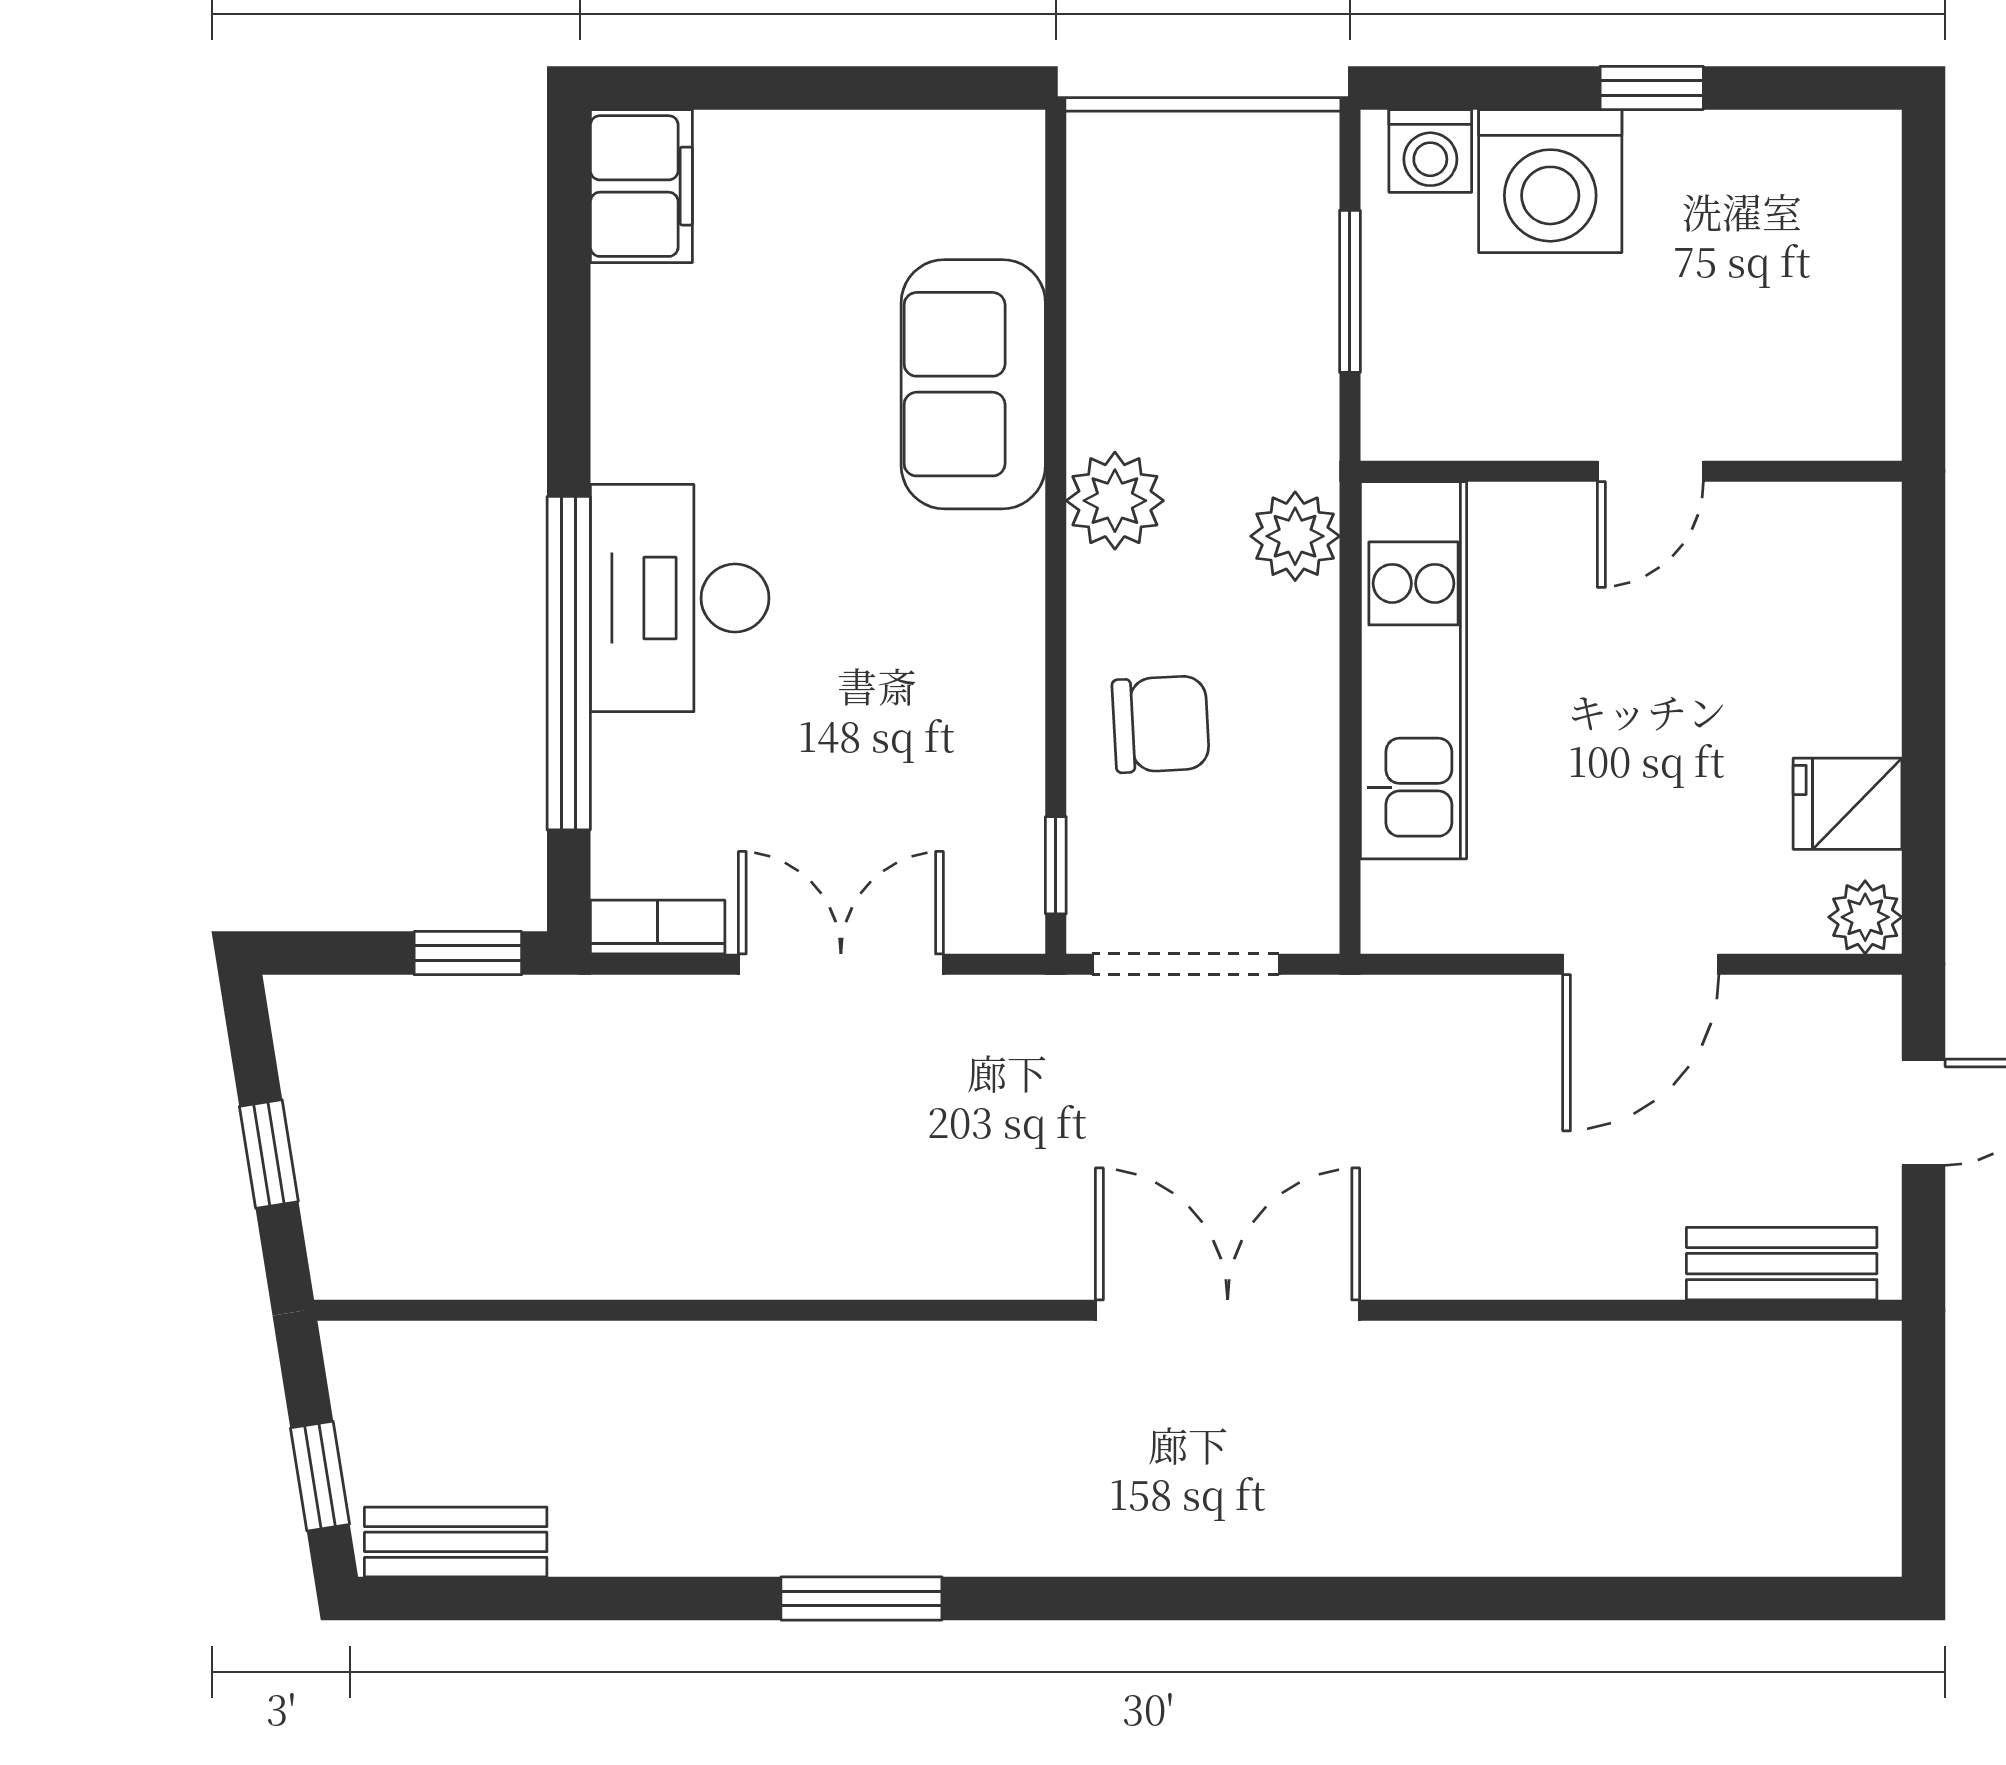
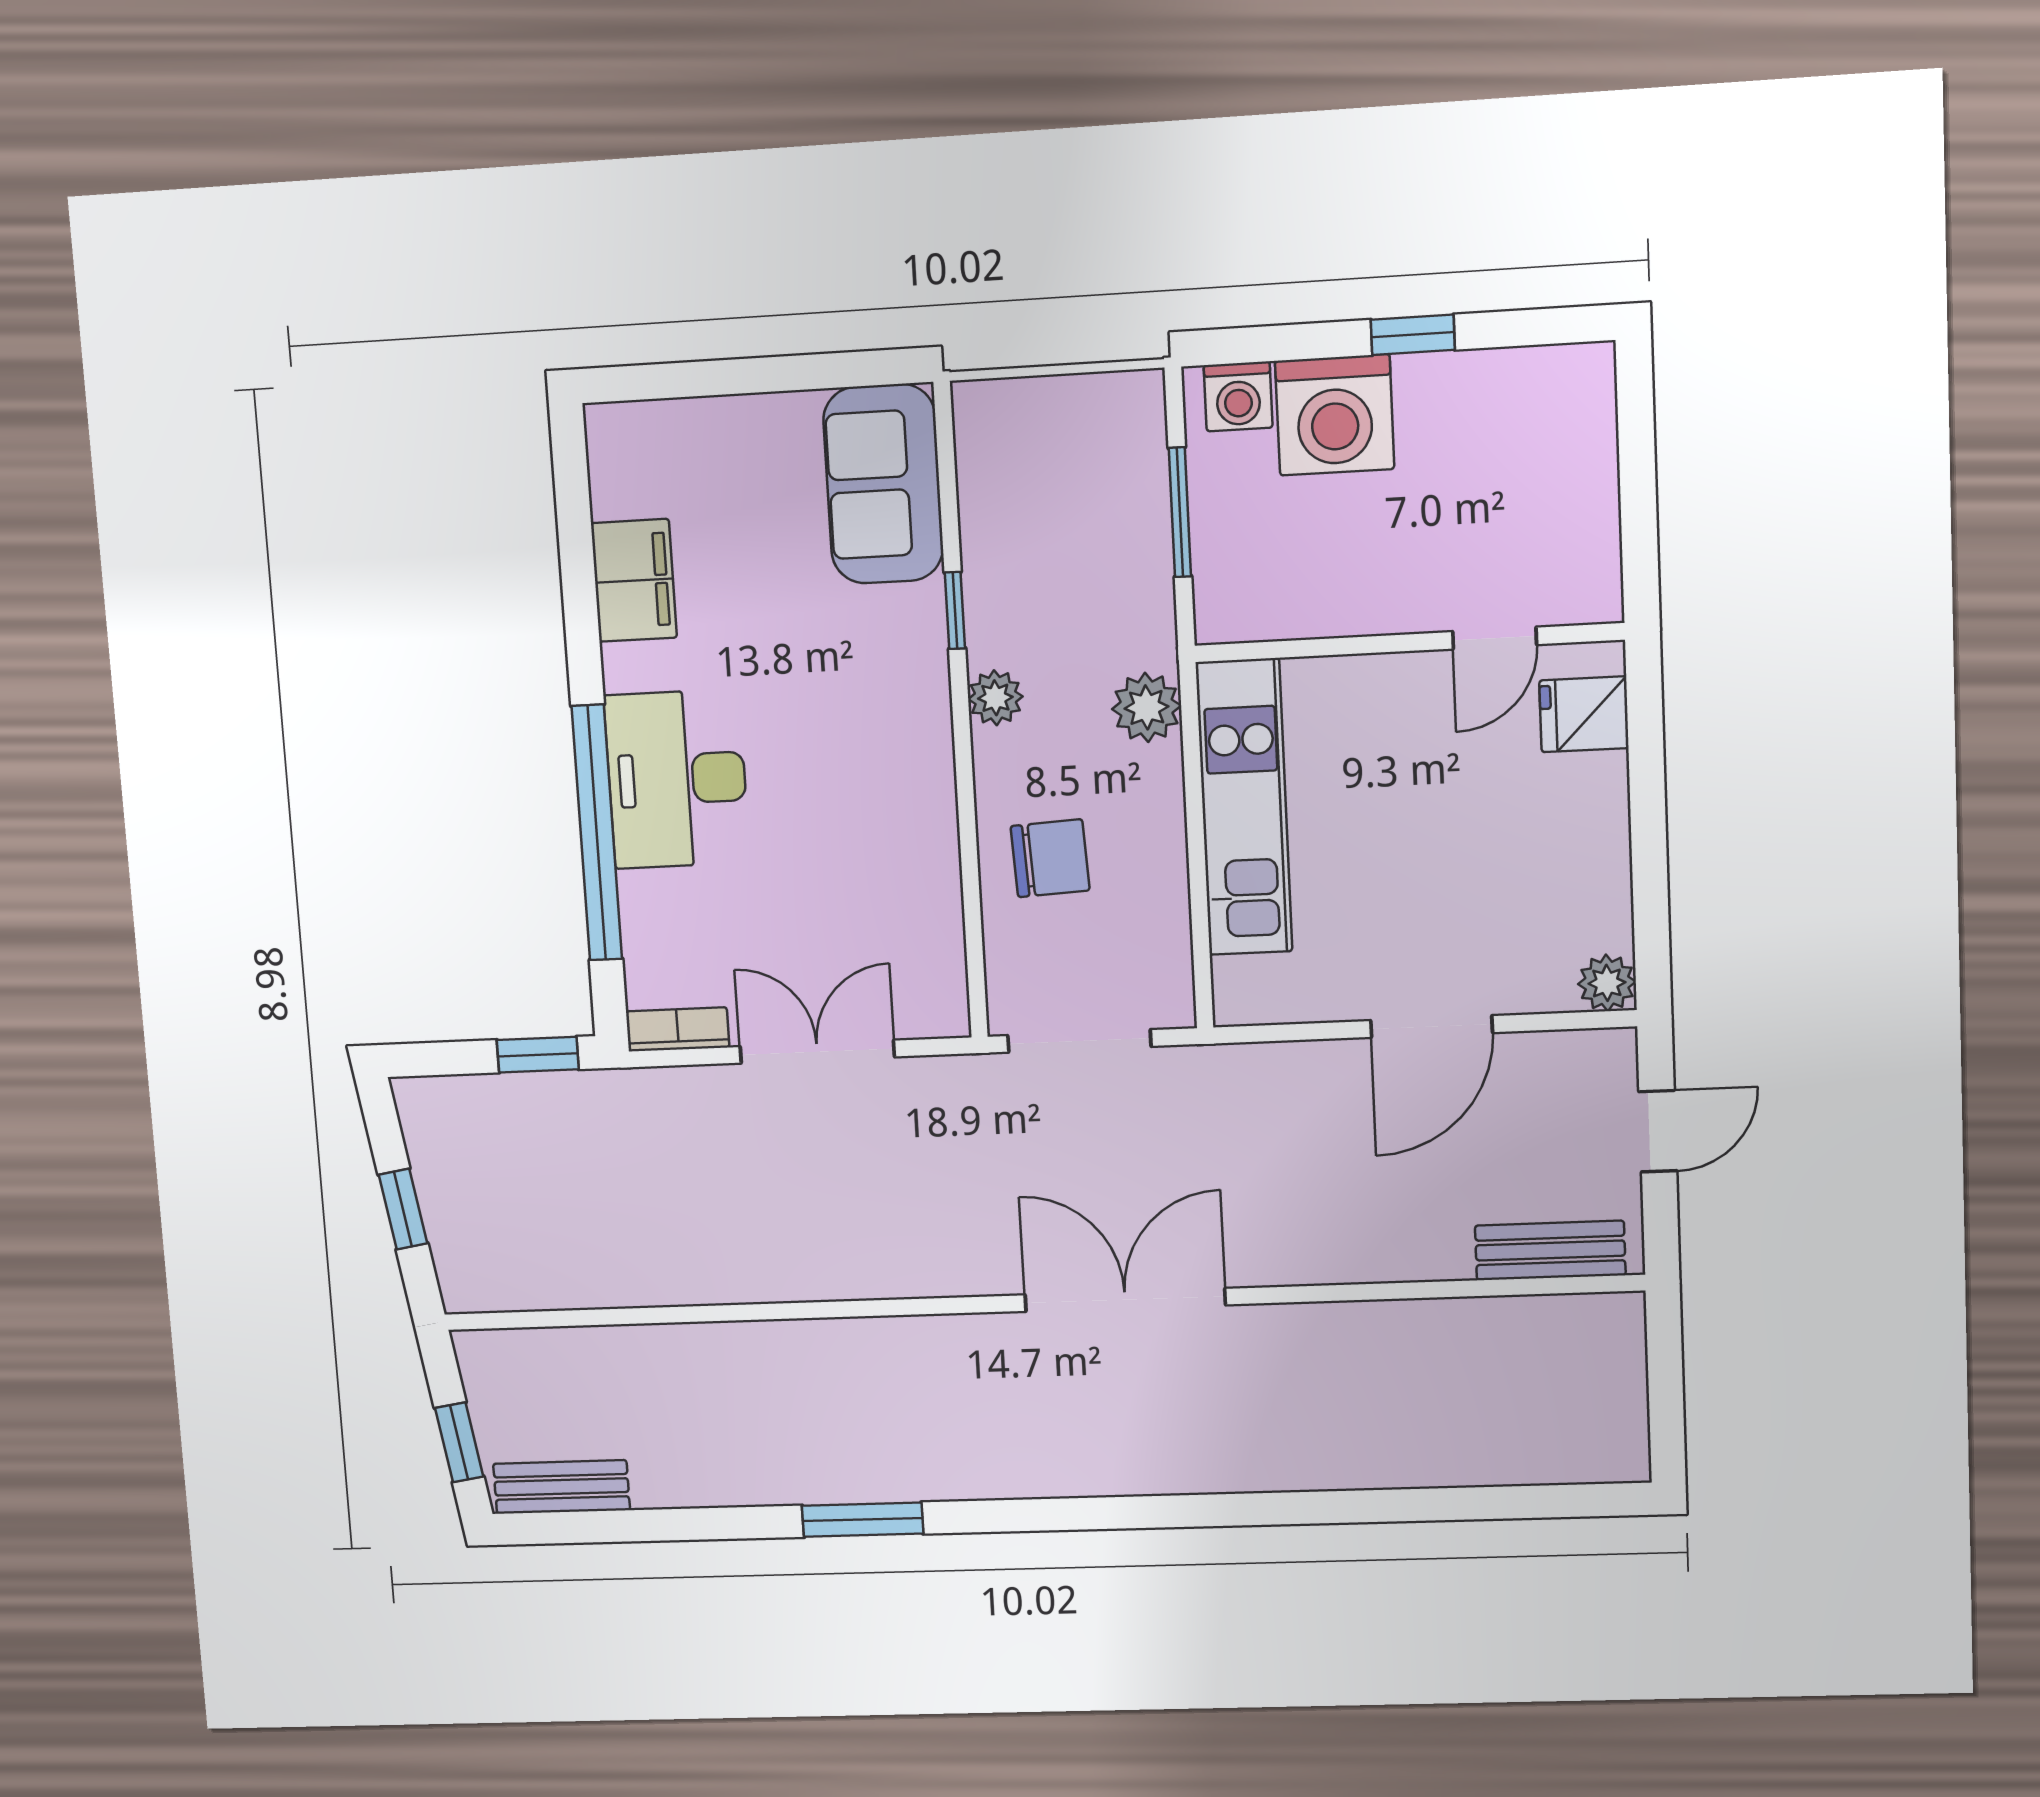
filing cabinet: (641, 186) -> (634, 580), moved
sofa: (973, 384) -> (883, 484), moved
door: (1650, 471) -> (1495, 638), moved
plant: (1115, 501) -> (995, 698), width x0.73, depth x0.73
fridge: (1848, 804) -> (1584, 714), moved
window: (1056, 865) -> (955, 610), moved

